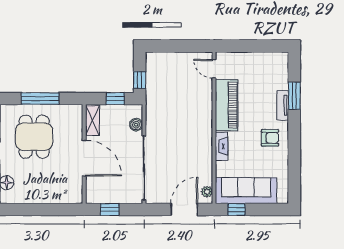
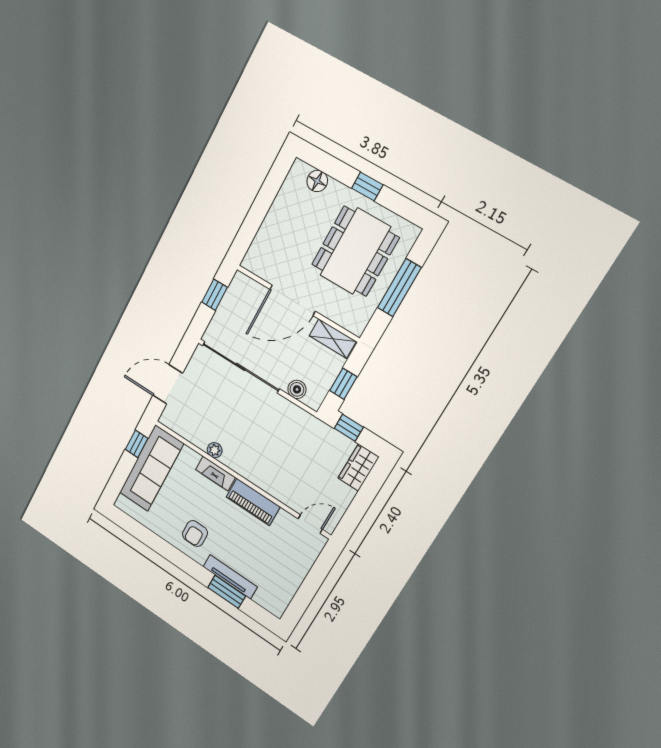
wardrobe: (160, 60) -> (358, 468), added
piano: (227, 105) -> (253, 502), width x0.73, depth x0.75
tv unit: (283, 105) -> (230, 577), width x1.41
dining table: (34, 137) -> (355, 251), width x1.38
plant: (207, 192) -> (215, 450), moved
door: (184, 209) -> (168, 384), swing flipped

